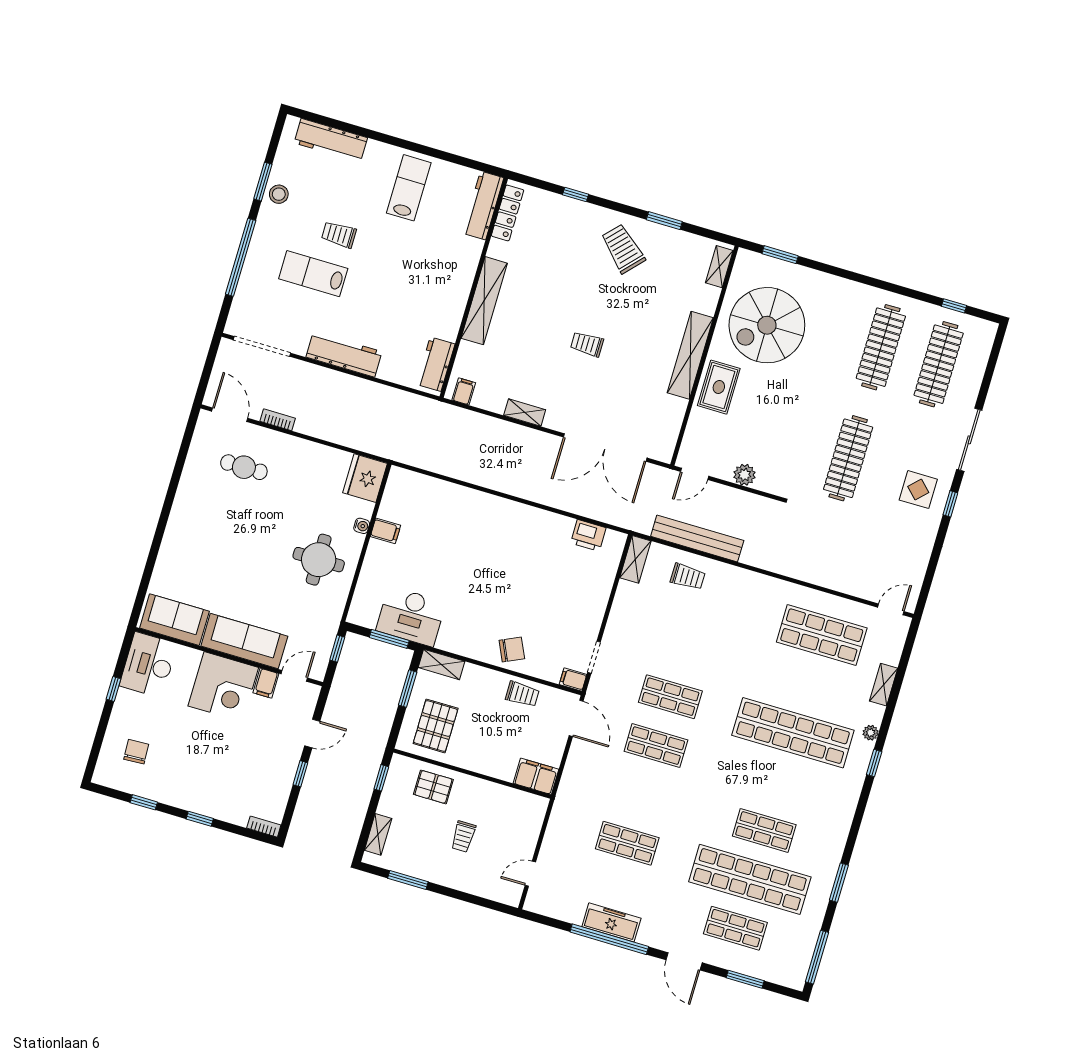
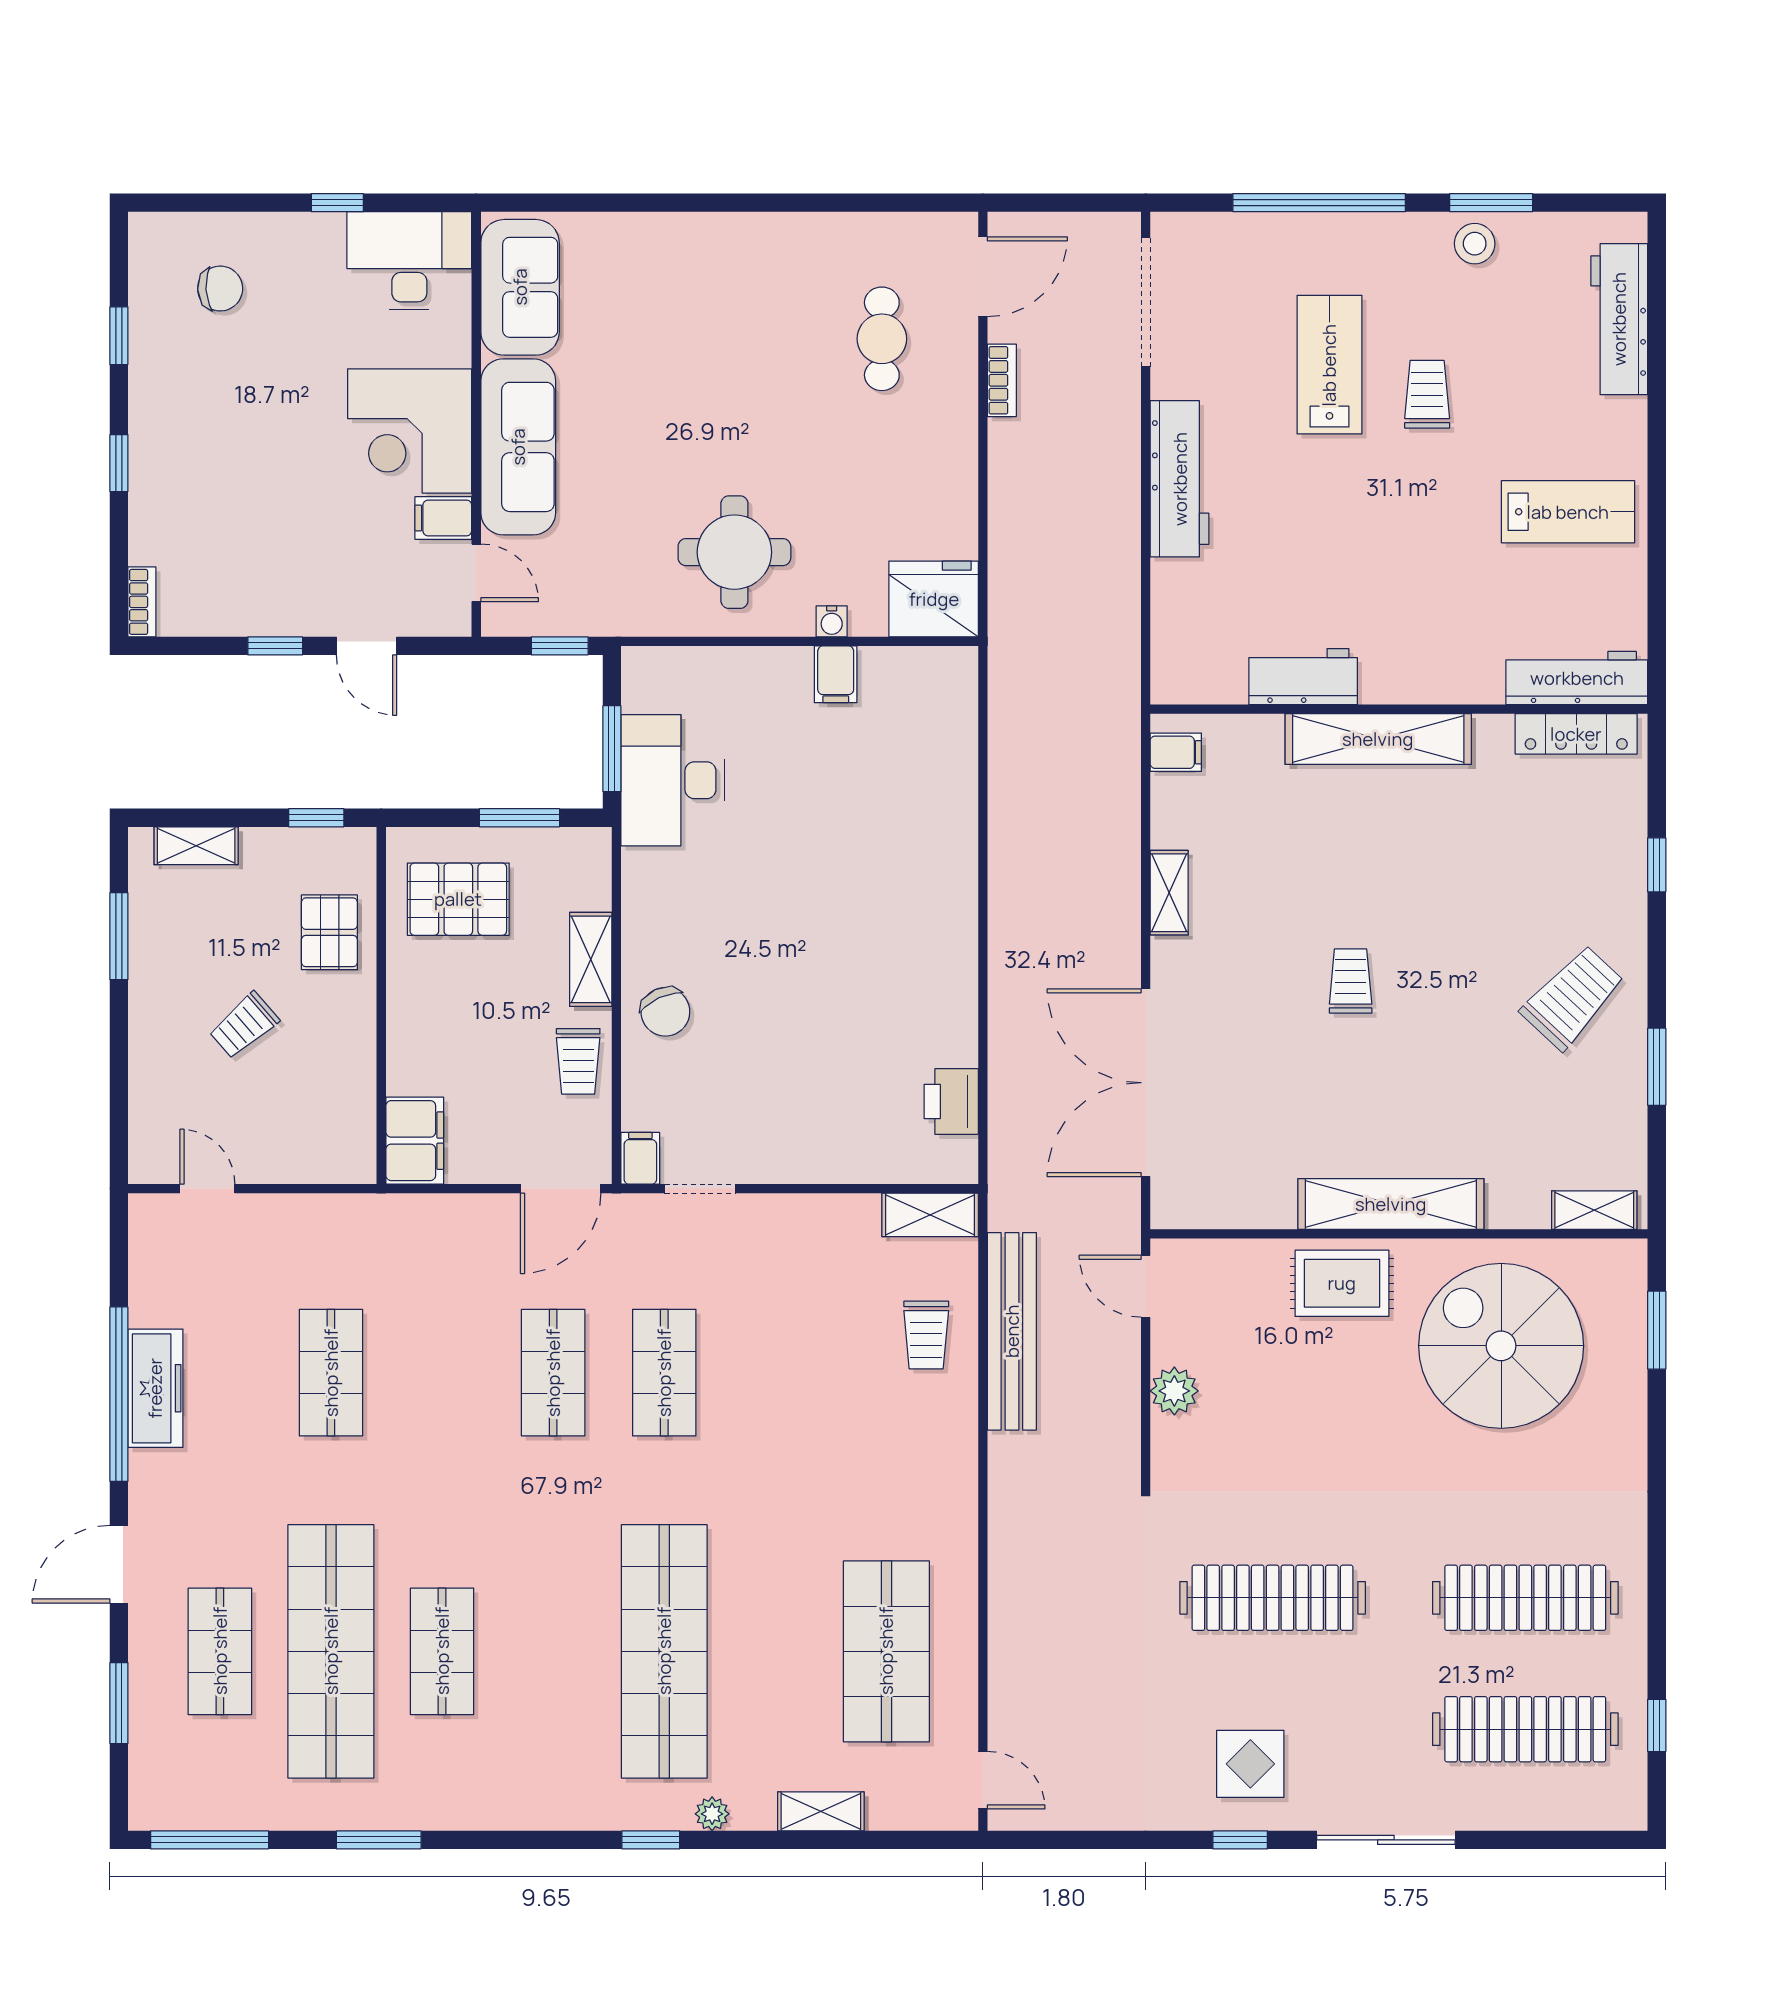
workbench: (436, 364) -> (1303, 677), moved
shelving: (442, 664) -> (591, 959), moved
trolley: (463, 837) -> (244, 1025), turned -41

